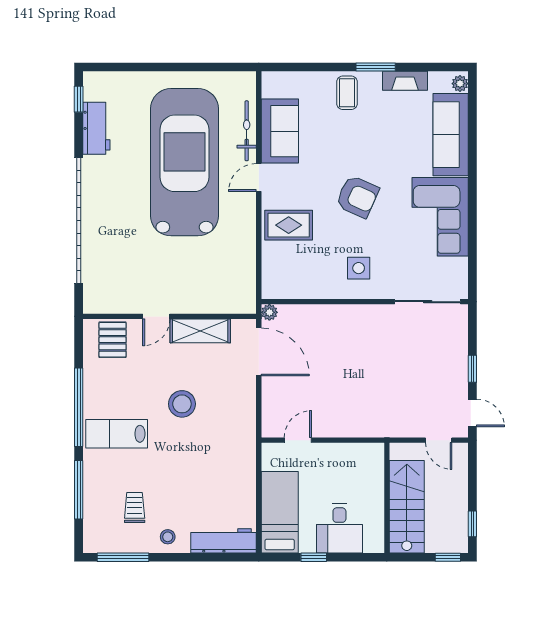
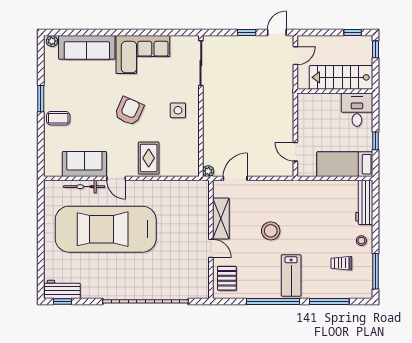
fireplace: (405, 81) -> (50, 79), removed
workbench: (96, 128) -> (62, 289), moved
pallet: (113, 340) -> (227, 278), turned 90
door: (259, 352) -> (235, 178), width x0.73
desk: (339, 528) -> (357, 110), moved, turned -90

